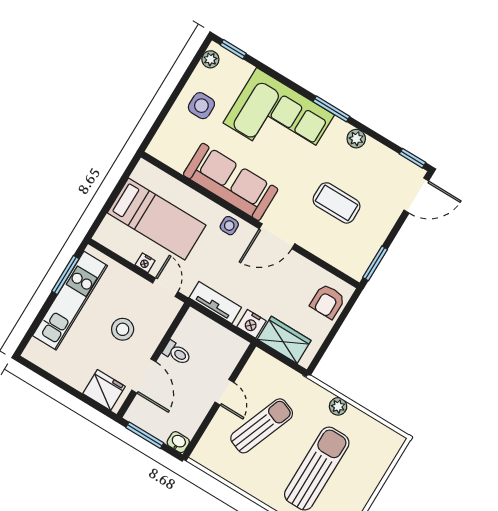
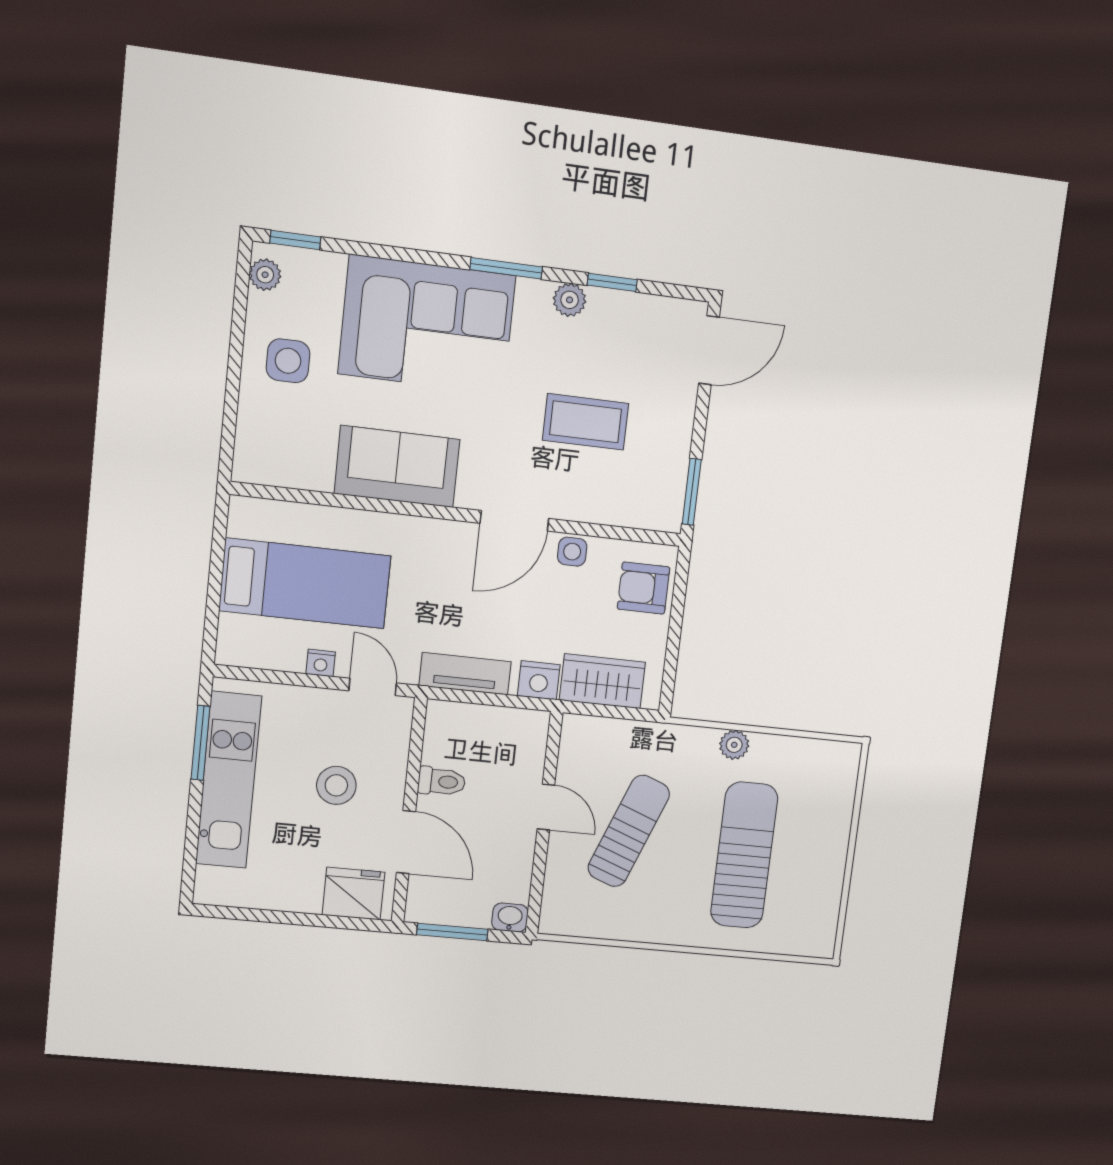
window: (412, 158) -> (612, 282), moved
sofa: (231, 182) -> (397, 467), width x0.73
side table: (229, 226) -> (572, 552), moved
armchair: (328, 301) -> (643, 588), turned 90

